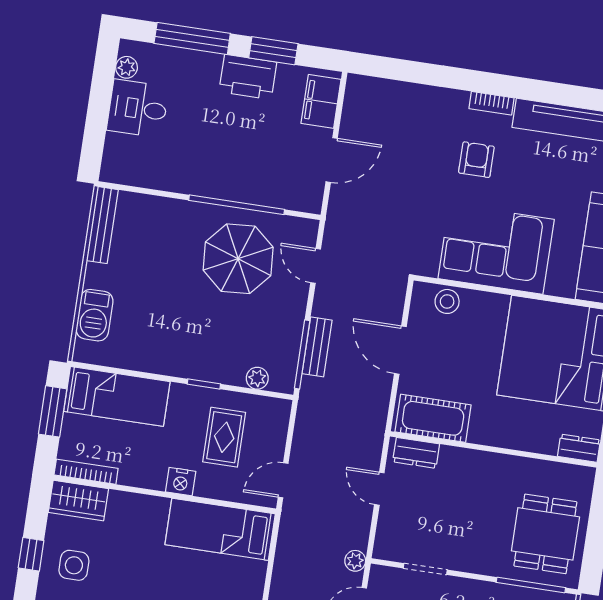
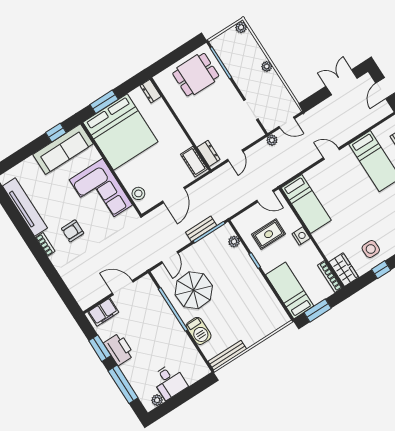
barbecue: (95, 315) -> (199, 331), moved, turned 90
cot: (433, 418) -> (194, 162), width x0.73, depth x0.75

